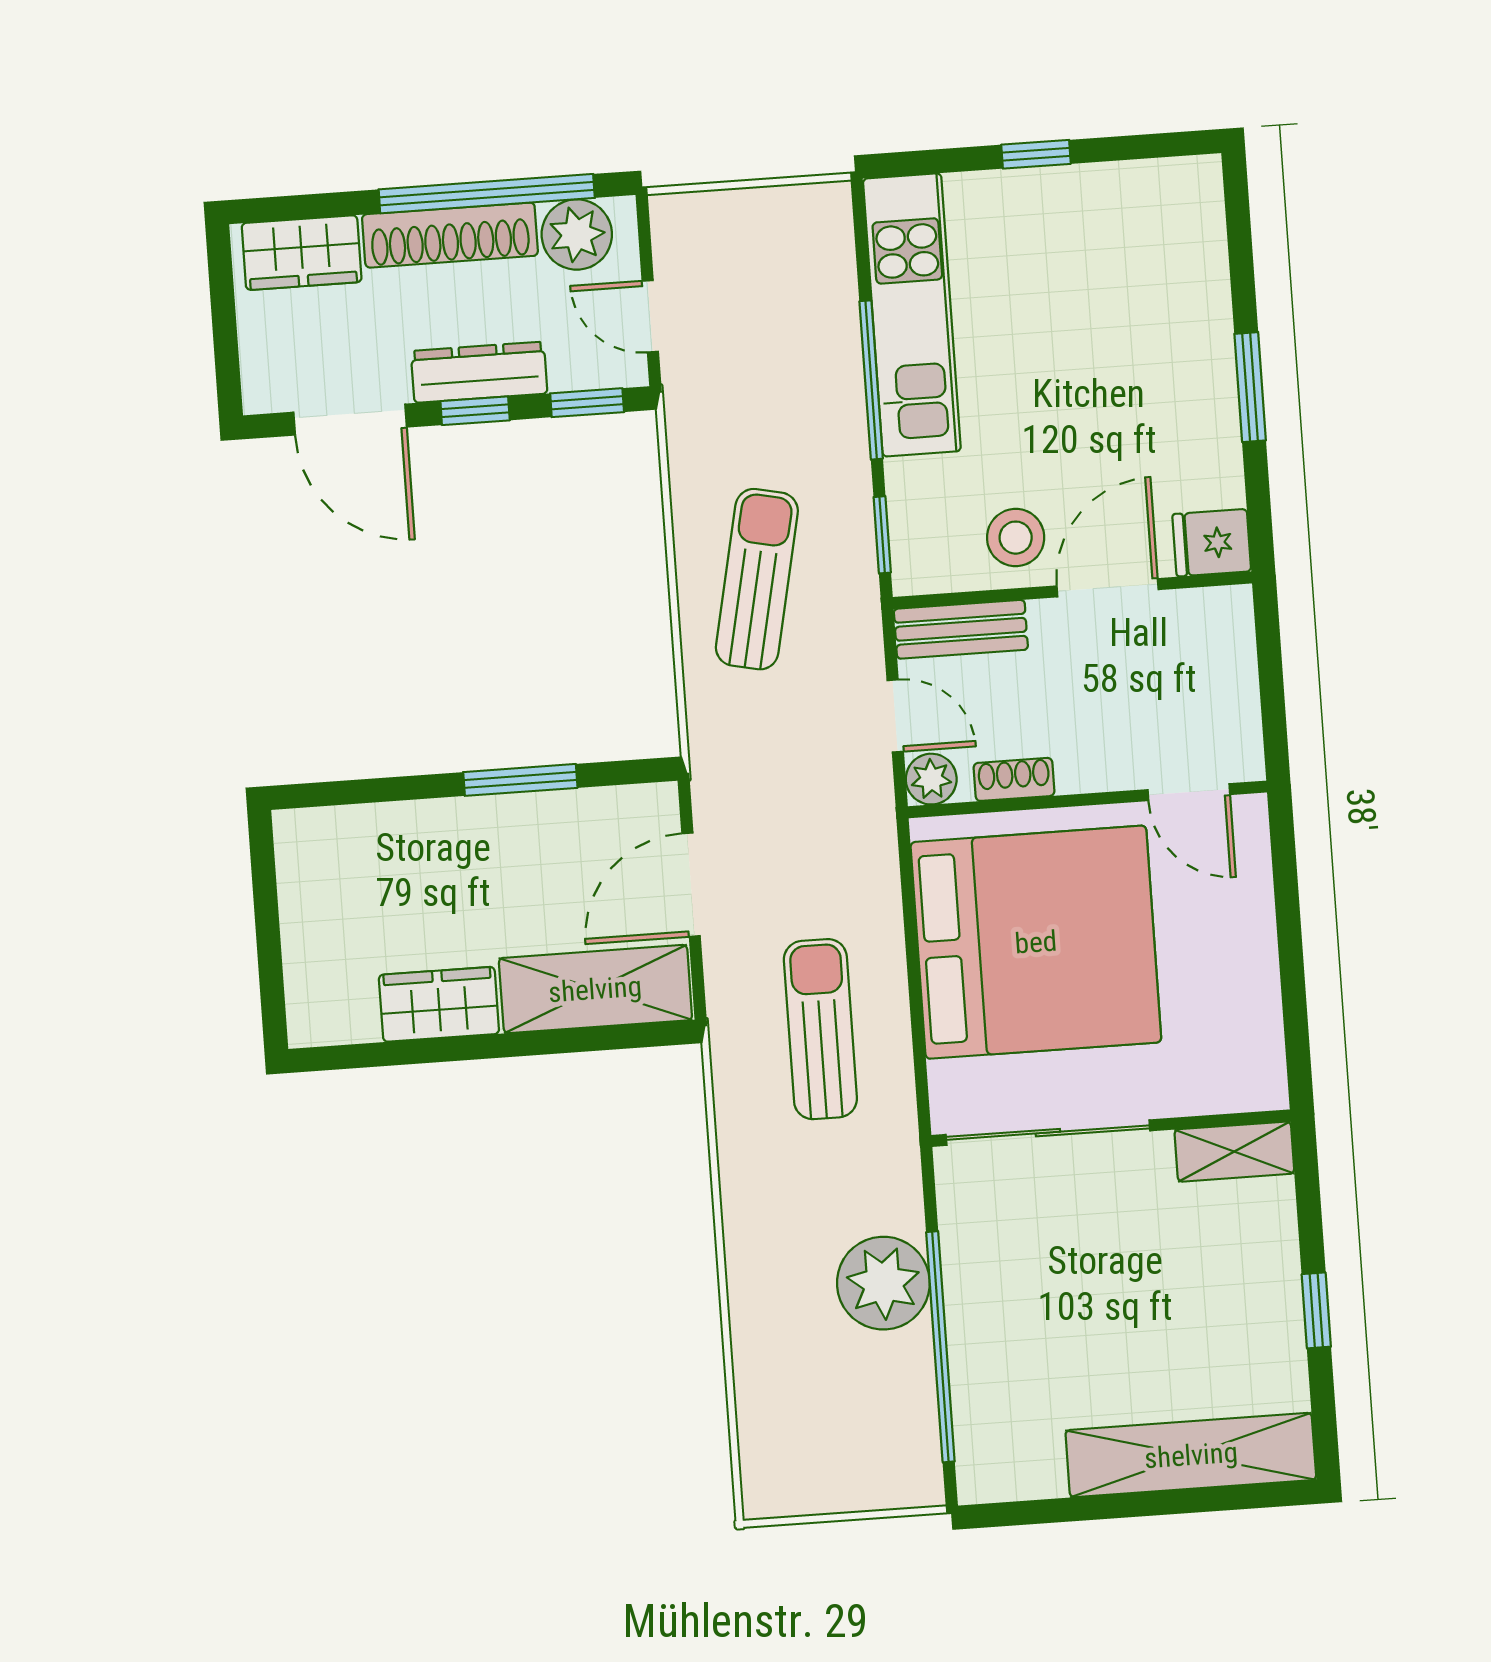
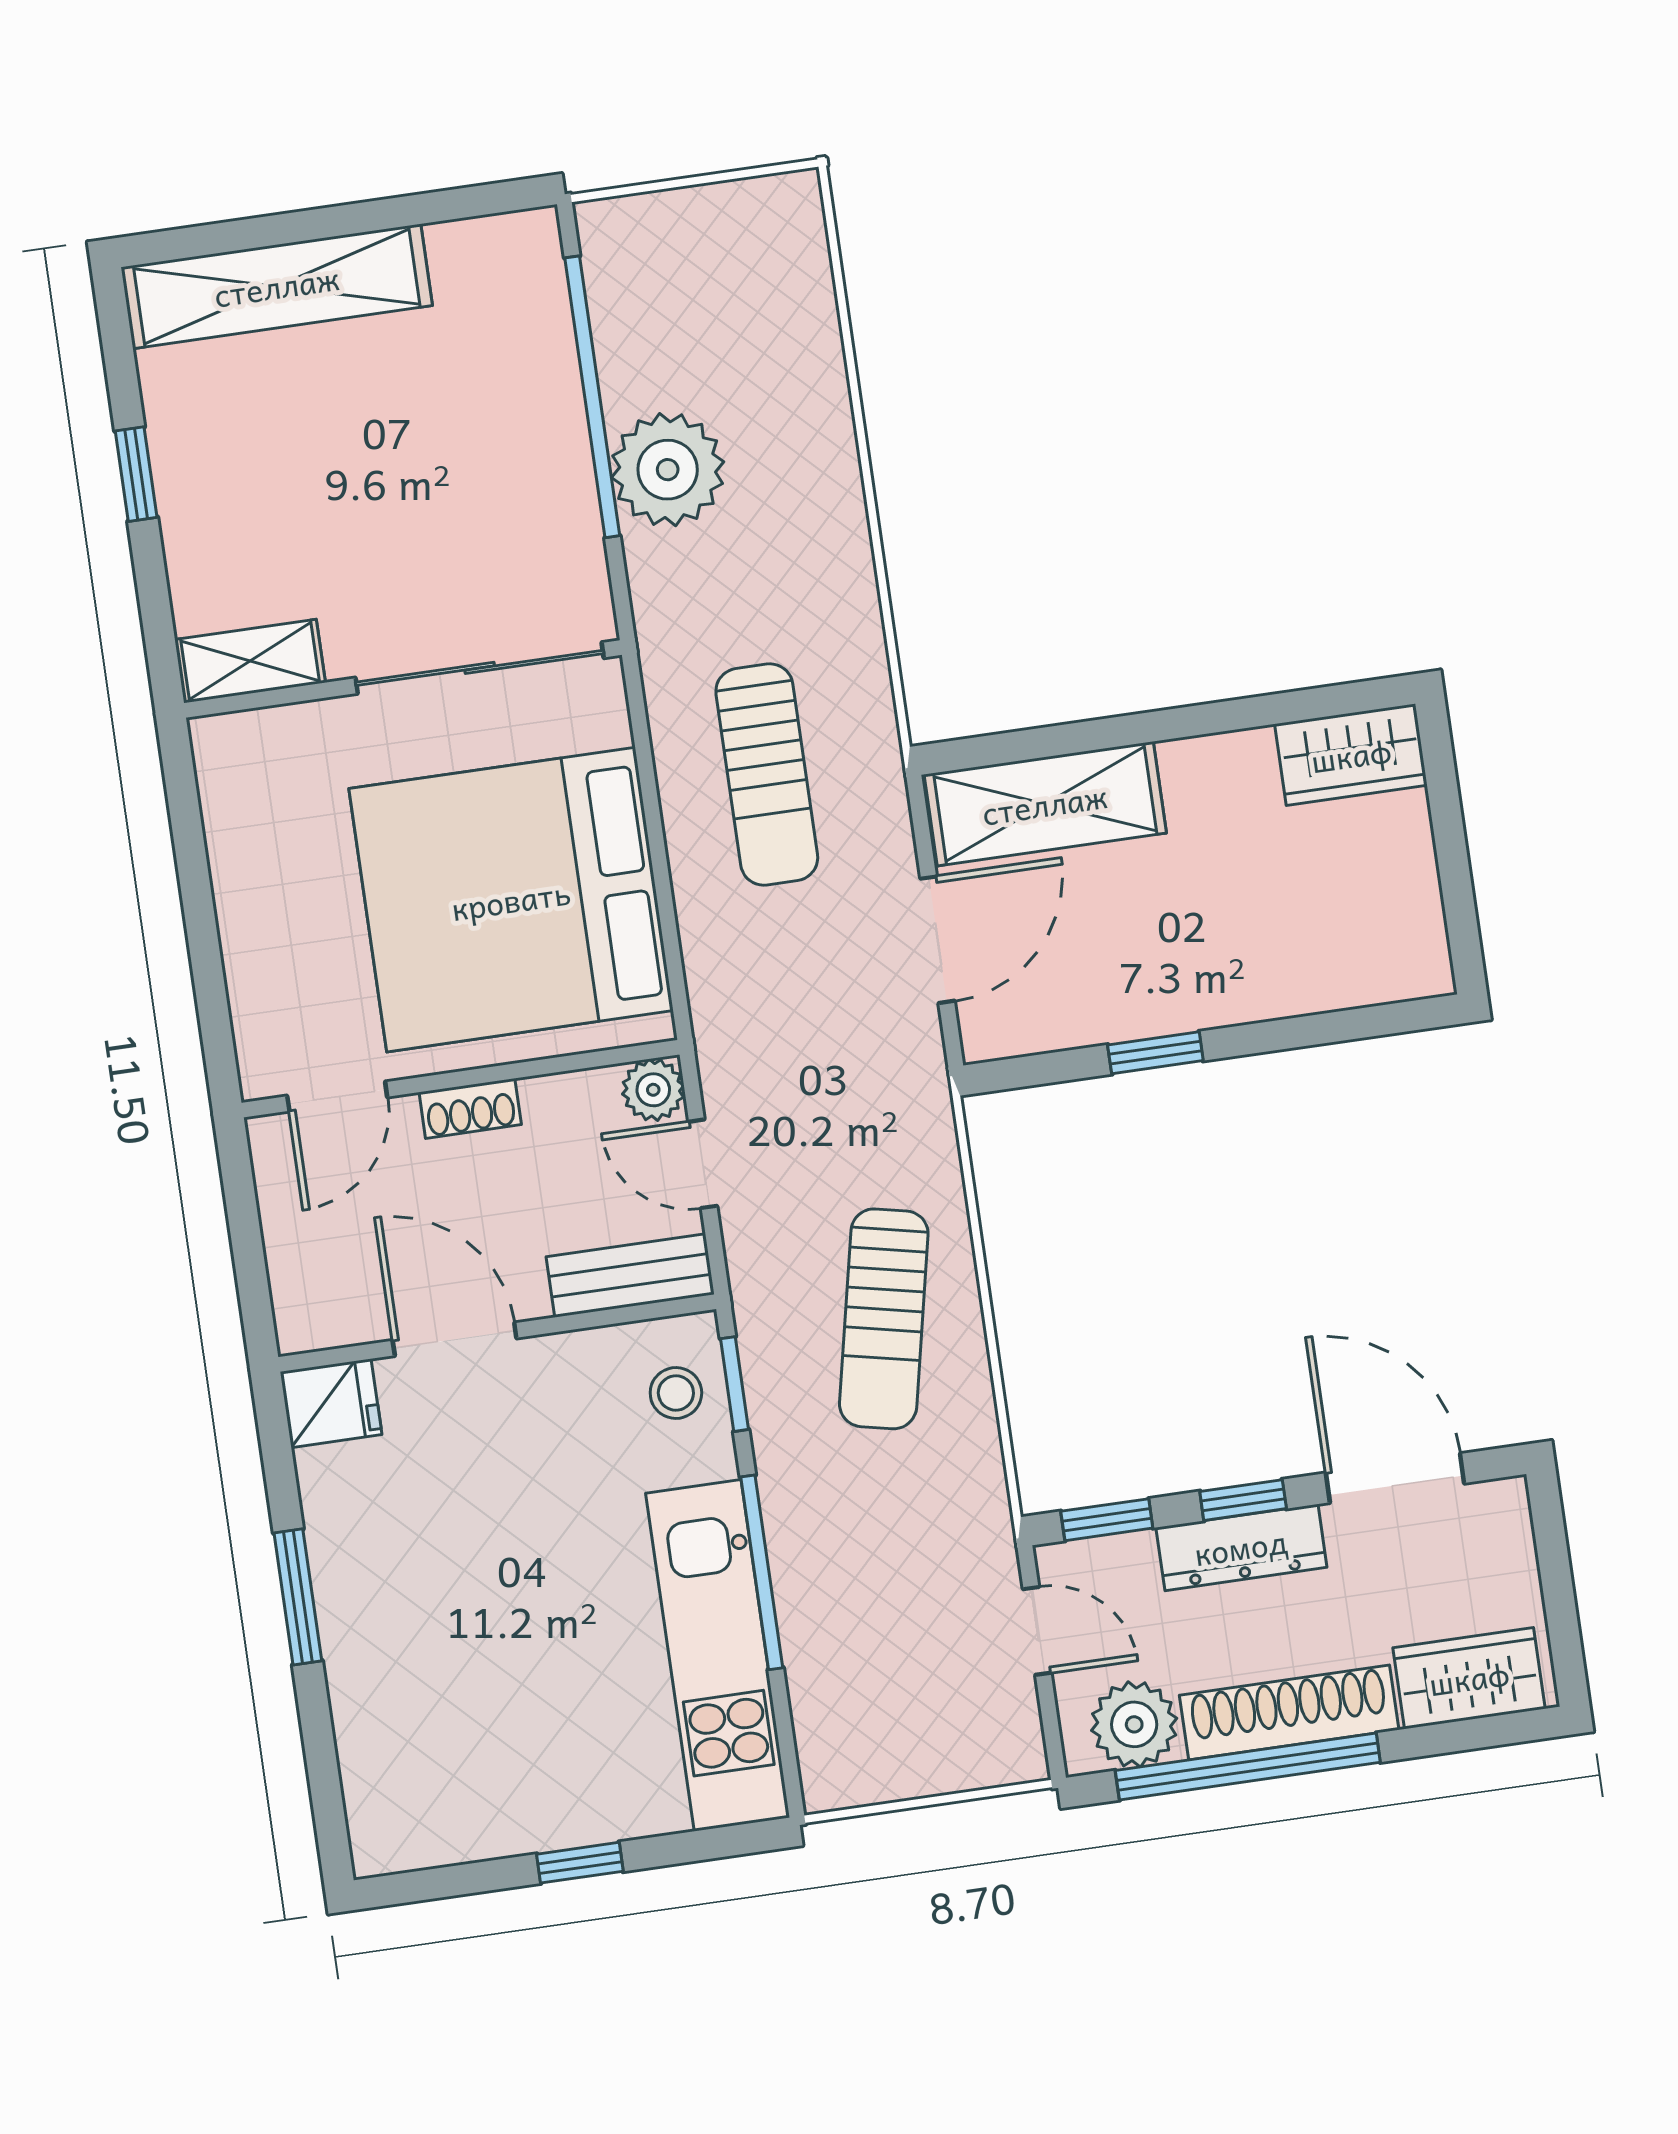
stool: (1016, 538) -> (676, 1393), moved, width x0.73, depth x0.73
door: (1108, 588) -> (455, 1339), swing flipped
shoe rack: (1014, 779) -> (470, 1108), moved
window: (520, 780) -> (1155, 1053), width x0.67
door: (1189, 792) -> (337, 1096), swing flipped
wardrobe: (439, 1004) -> (1351, 755), moved

